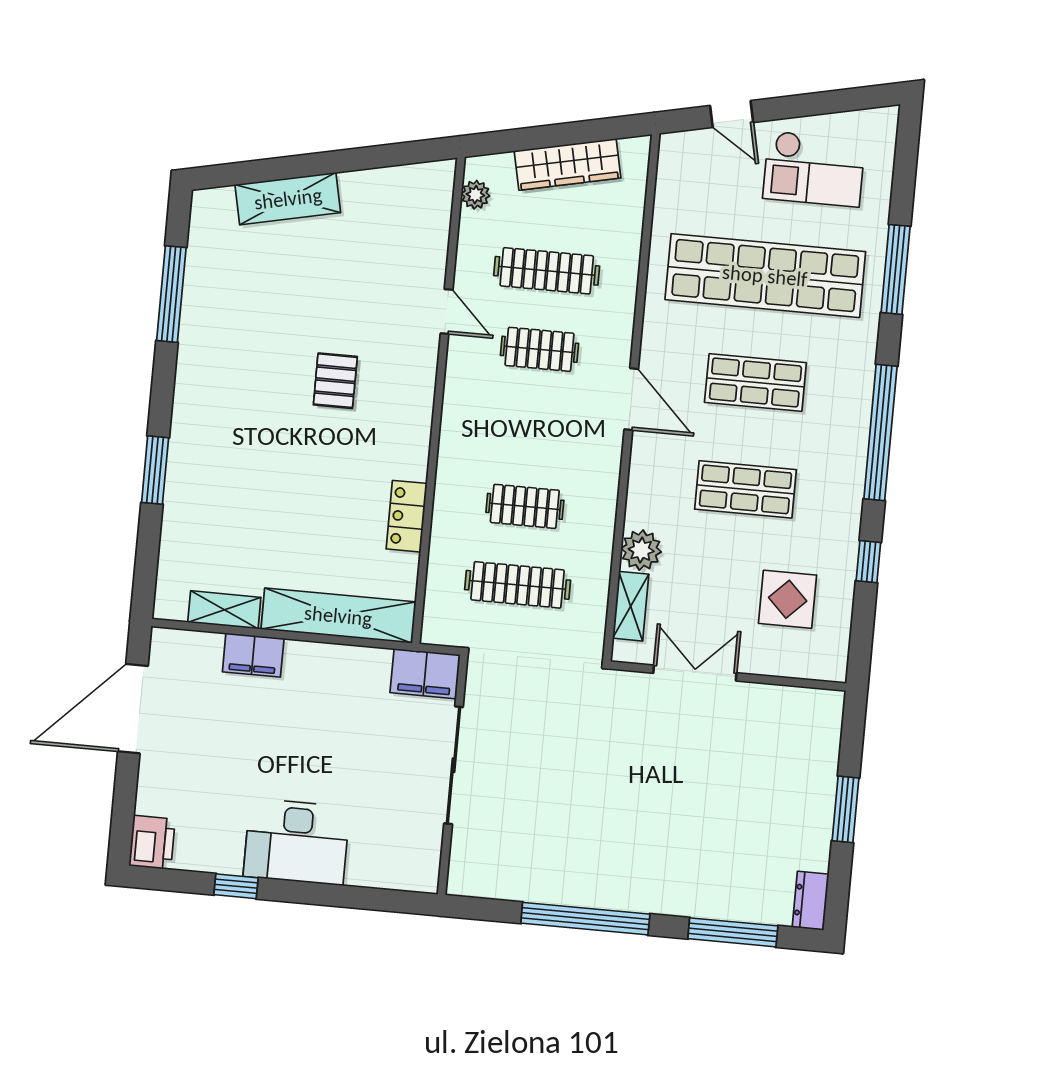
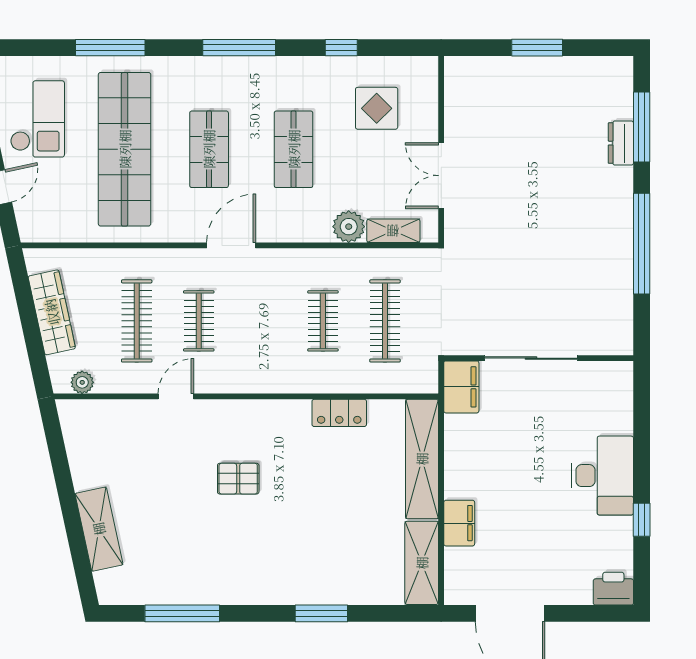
window: (880, 432) -> (239, 48), width x0.68
shelving: (224, 610) -> (422, 563), width x1.50, depth x1.33
dresser: (811, 901) -> (621, 143), moved, turned 90

